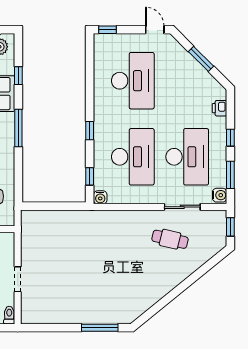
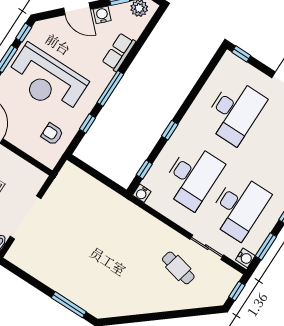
window: (18, 76) -> (87, 124), moved
doorway: (18, 279) -> (26, 218), width x1.88

